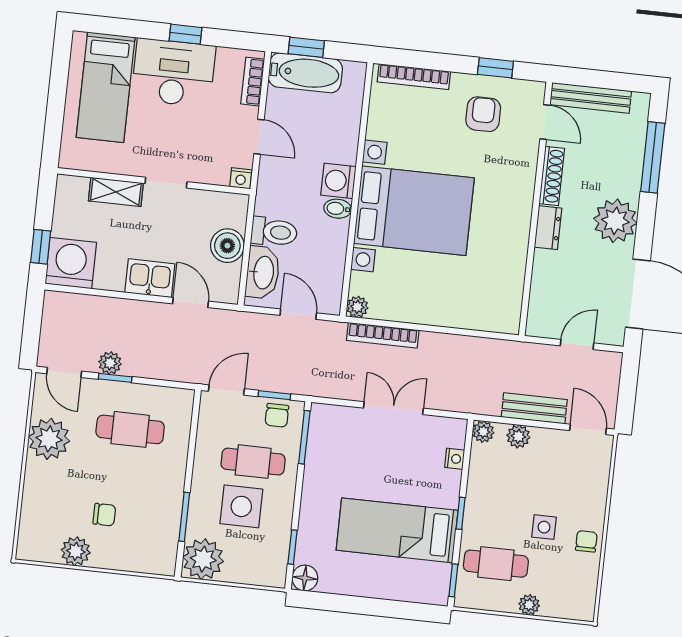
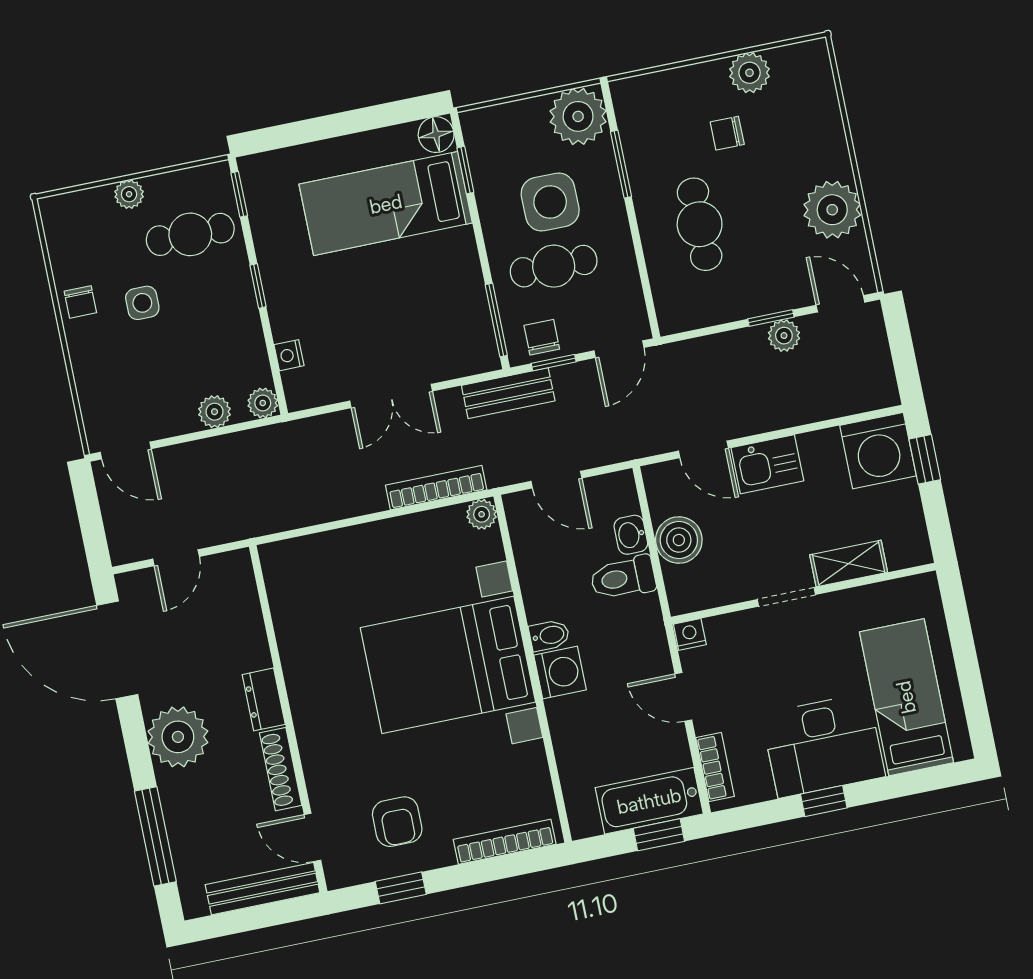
washbasin: (263, 272) -> (631, 535), width x0.52, depth x0.69
bench: (534, 408) -> (508, 393), moved
cafe table: (130, 429) -> (700, 224), moved, turned 90
bed: (397, 530) -> (386, 204), moved, turned 180

